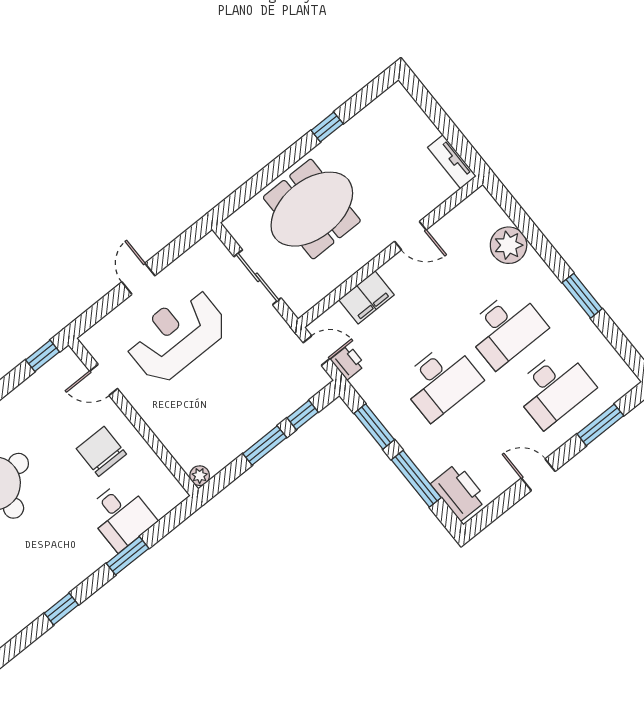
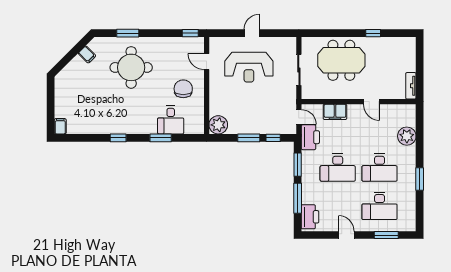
reception desk: (177, 335) -> (249, 67), turned 180
printer: (348, 362) -> (310, 137), width x1.87, depth x1.48
plant: (200, 476) -> (218, 125), width x1.88, depth x1.88

